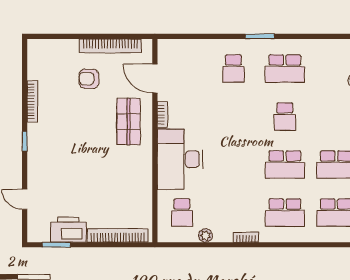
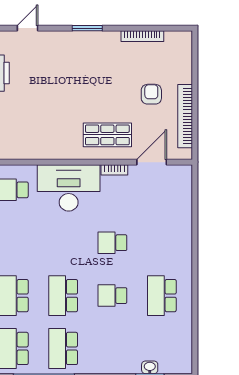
window: (260, 36) -> (195, 270), removed
school desk: (233, 69) -> (112, 243), moved
bookcase: (32, 101) -> (142, 36), moved
window: (25, 141) -> (87, 28), width x1.50

